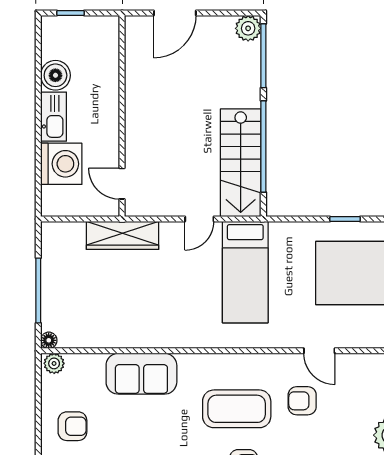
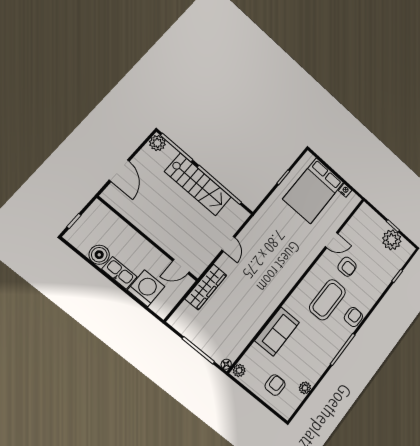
stairs: (241, 163) -> (198, 184), moved
bed: (245, 272) -> (270, 243), removed
armchair: (302, 401) -> (347, 267), turned -90

